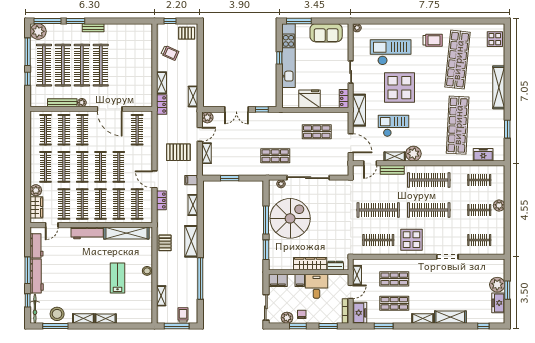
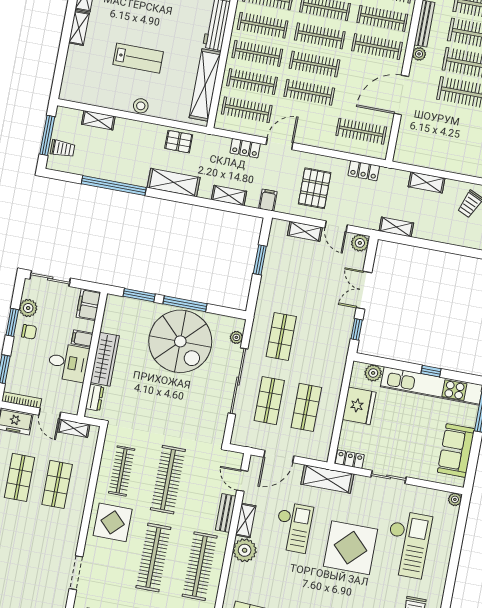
plant: (287, 94) -> (373, 373), added
locker: (162, 104) -> (364, 171), moved
shop shelf: (317, 156) -> (269, 401), added

